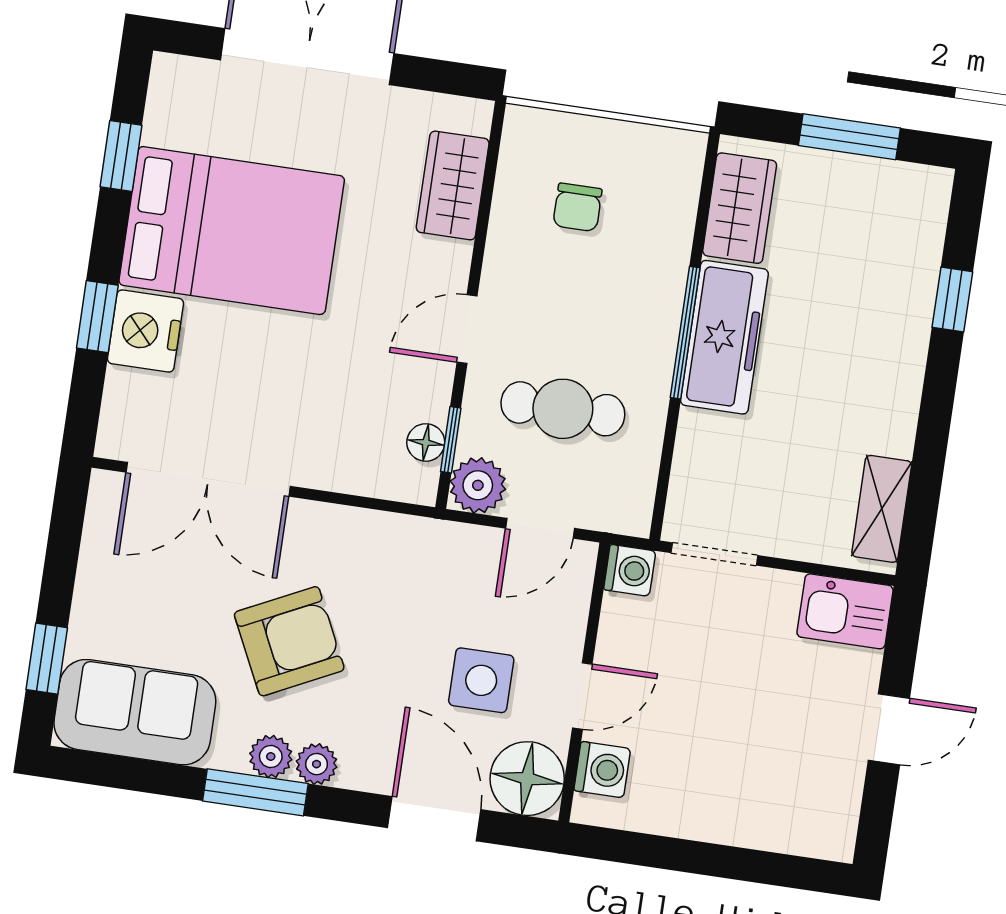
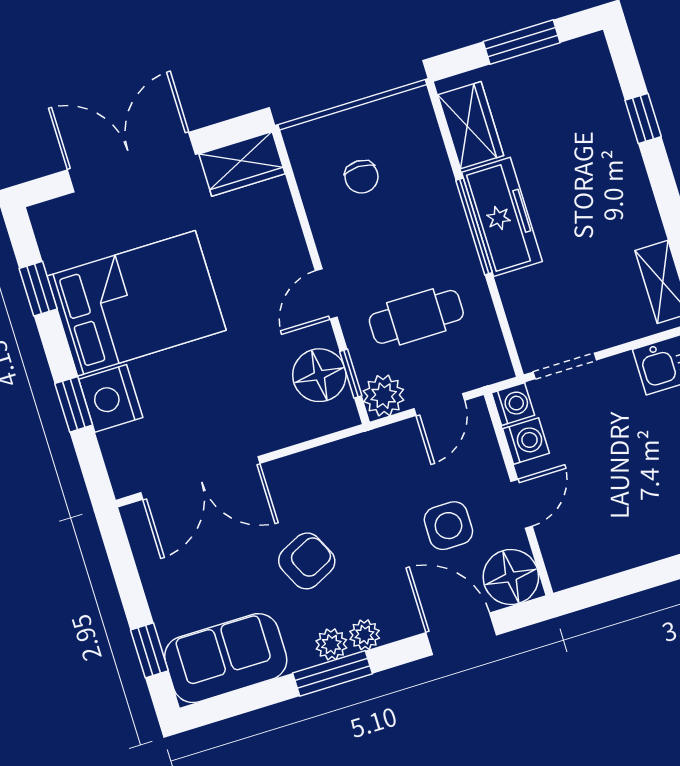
wardrobe: (453, 185) -> (242, 164), moved, turned -90
floor lamp: (426, 442) -> (319, 375), width x1.89, depth x1.89
armchair: (289, 641) -> (307, 561), width x0.72, depth x0.72
washing machine: (602, 770) -> (526, 441), moved

